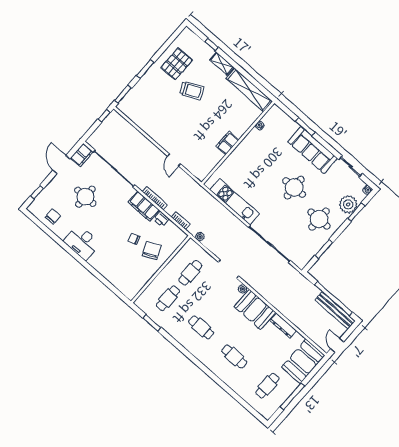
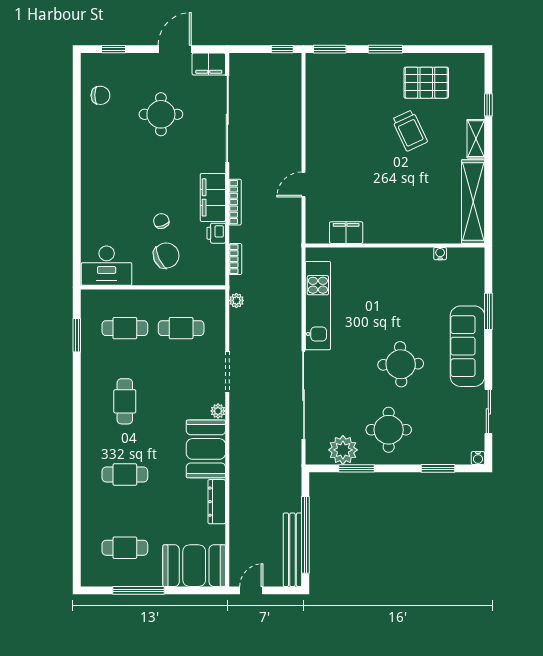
filing cabinet: (227, 143) -> (346, 233), moved
plant: (348, 204) -> (343, 450), moved
desk: (82, 242) -> (107, 266), moved, turned -90
cafe table: (234, 356) -> (125, 475), turned 90

